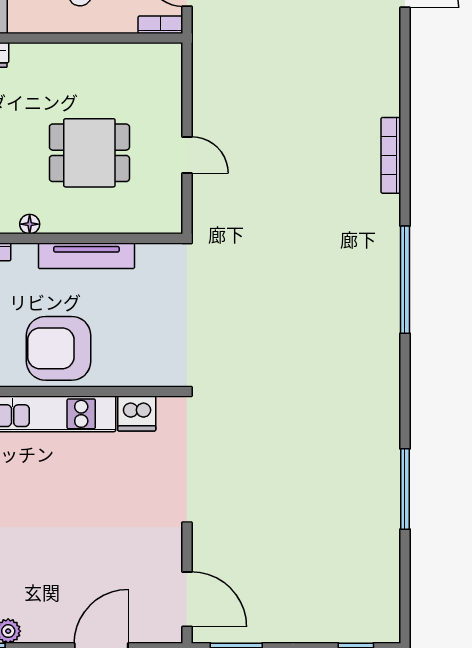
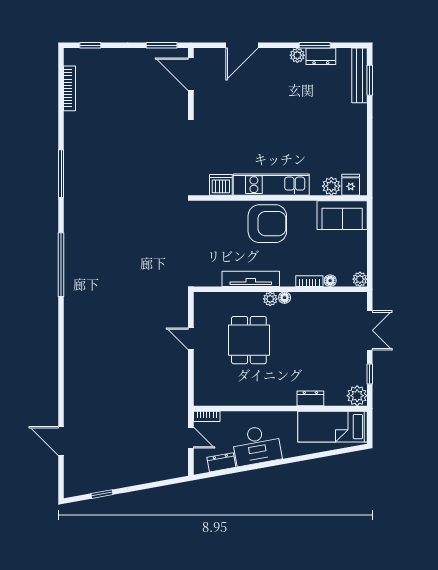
dining table: (89, 153) -> (249, 340), turned 90
bookcase: (391, 155) -> (69, 88), moved
plant: (54, 222) -> (270, 299), added
window: (405, 489) -> (61, 174), moved

